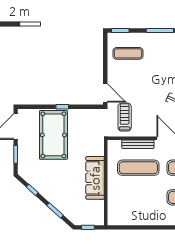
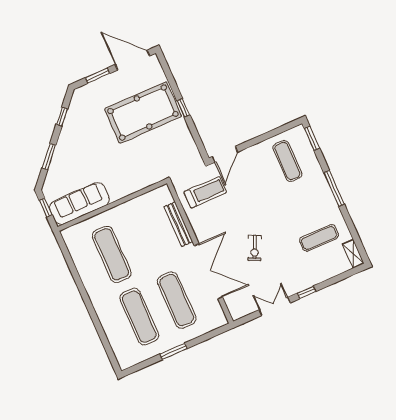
exercise mat: (138, 168) -> (112, 254), moved
sofa: (95, 178) -> (79, 204), moved

